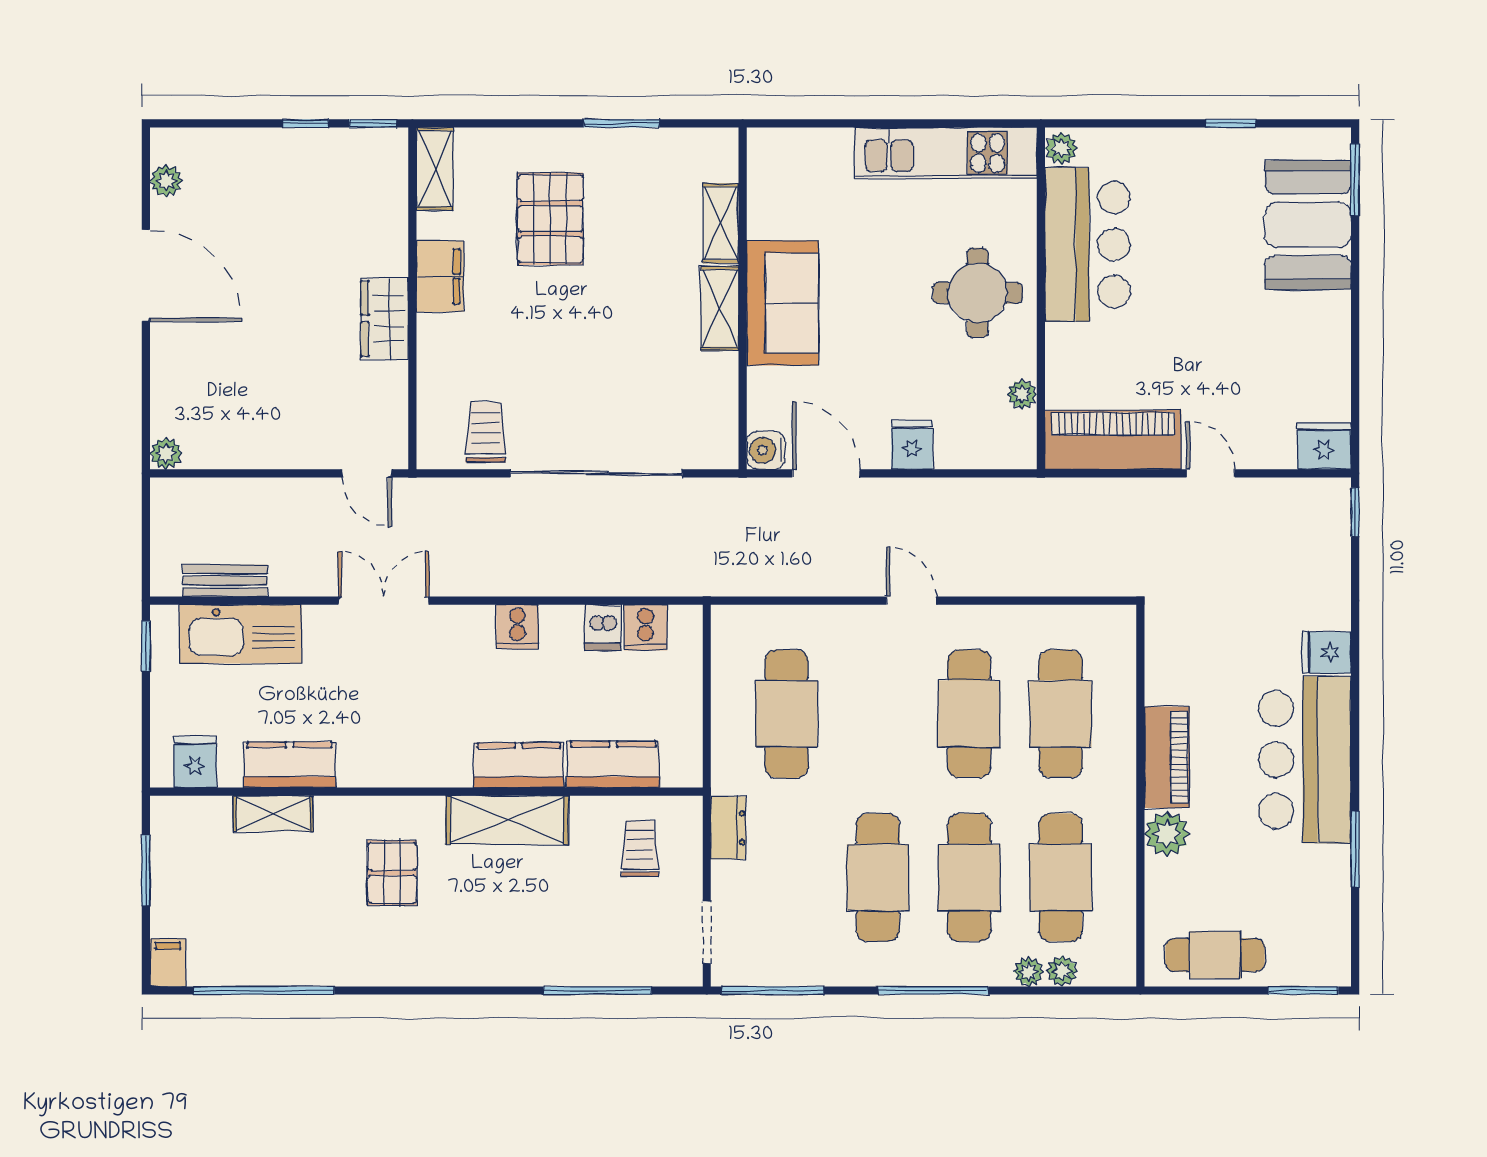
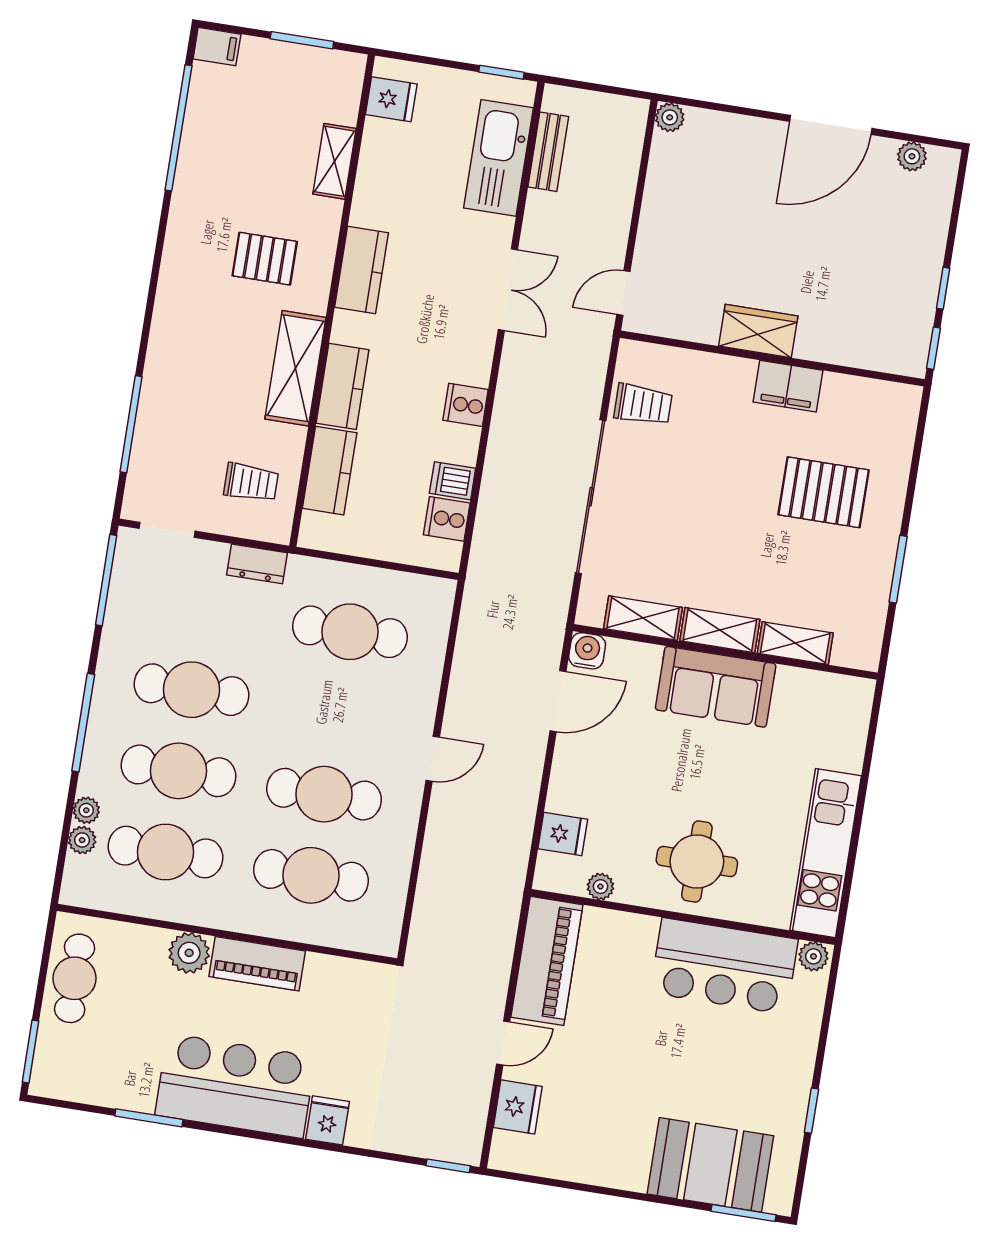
shelving: (435, 169) -> (643, 618), moved
fridge: (912, 445) -> (563, 834), moved
fridge: (1324, 446) -> (518, 1107), moved
kitchen counter: (290, 765) -> (361, 270), moved

